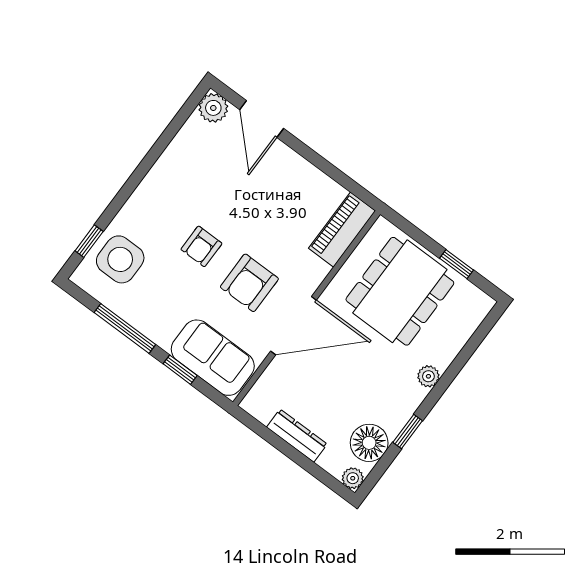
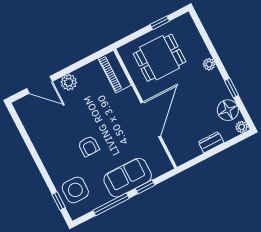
plant: (213, 108) -> (69, 82), moved
armchair: (249, 283) -> (119, 131), removed
dining table: (400, 291) -> (160, 58), width x0.73
sofa: (213, 358) -> (128, 178), moved
dresser: (297, 436) -> (211, 142), width x0.70

